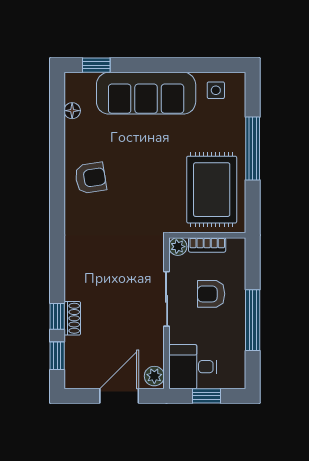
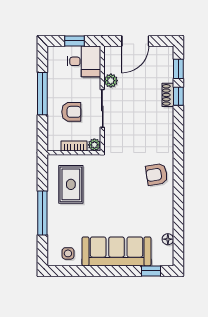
armchair: (91, 178) -> (157, 174), moved
rug: (212, 190) -> (71, 184), width x0.73, depth x0.70
plant: (154, 376) -> (111, 81), moved

